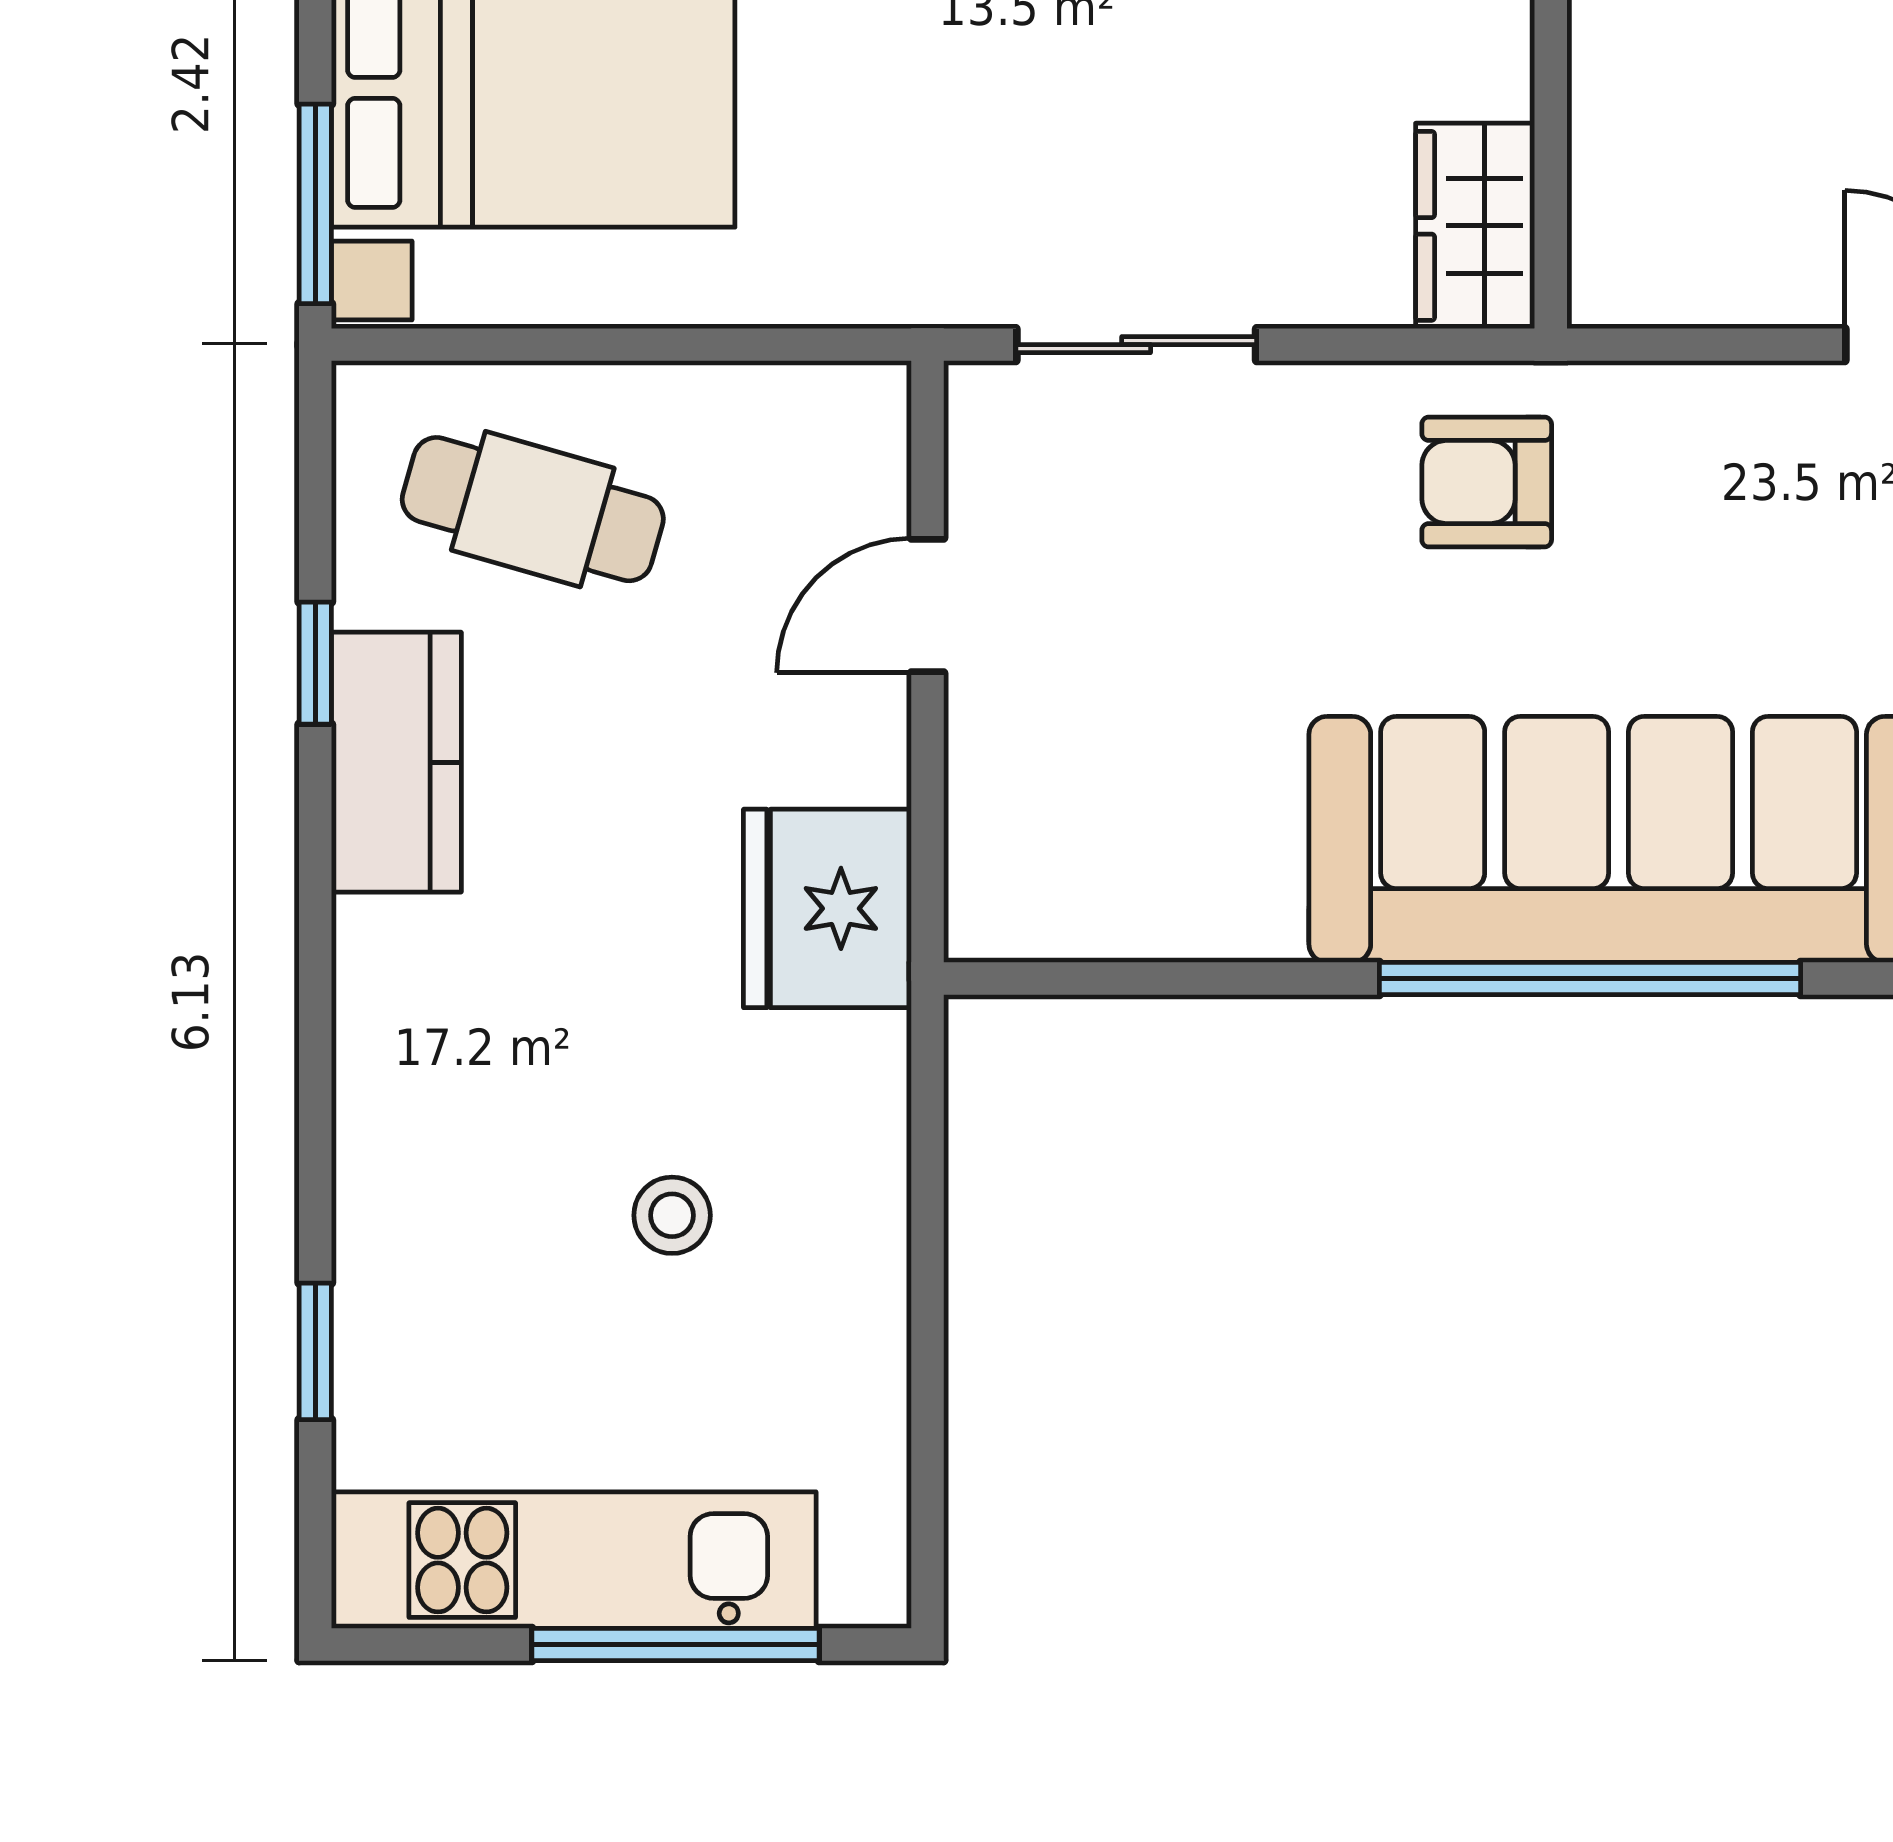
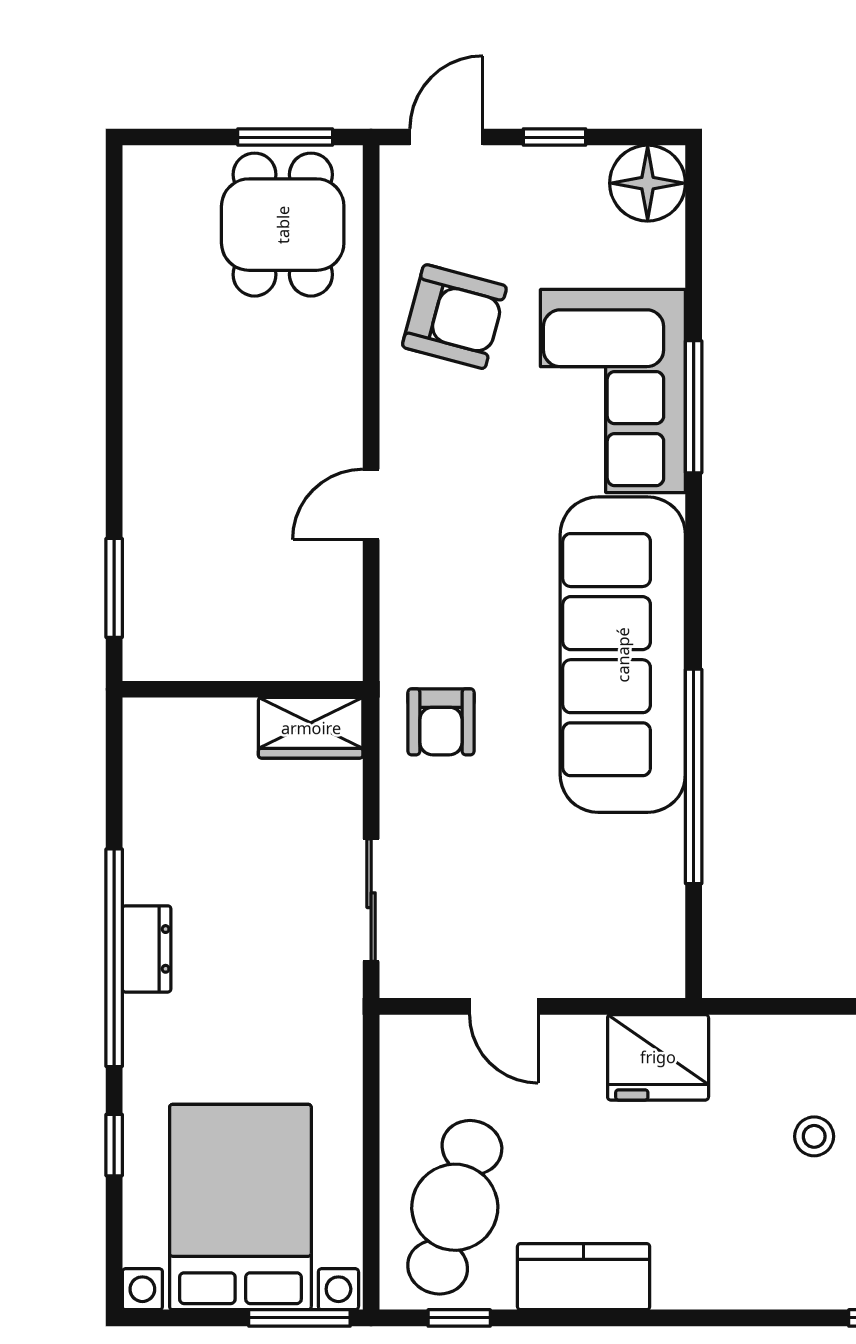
cafe table: (533, 509) -> (455, 1207), width x1.37, depth x1.35
window: (315, 663) -> (459, 1318), moved
window: (1590, 978) -> (694, 776), moved

